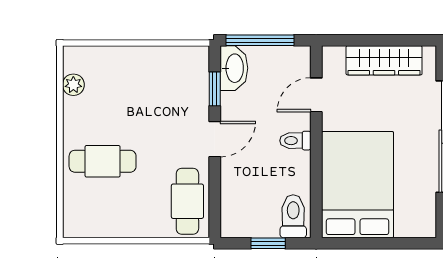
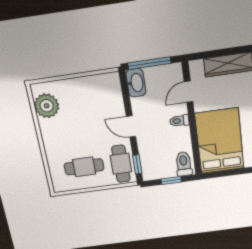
plant: (73, 85) -> (47, 106), width x1.87, depth x1.87
window: (215, 89) -> (137, 164), moved
door: (215, 139) -> (131, 127), swing flipped
cafe table: (103, 161) -> (84, 167), moved

